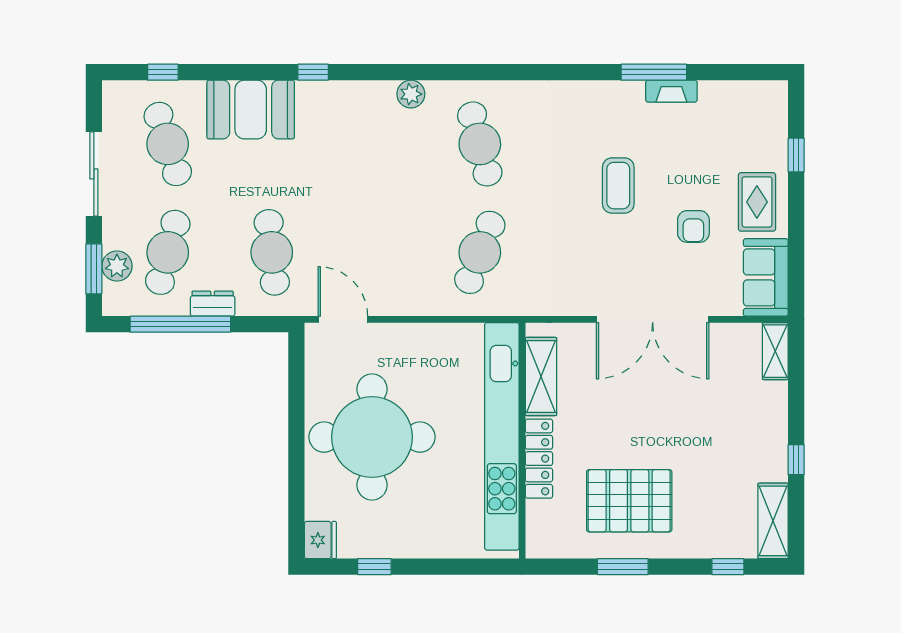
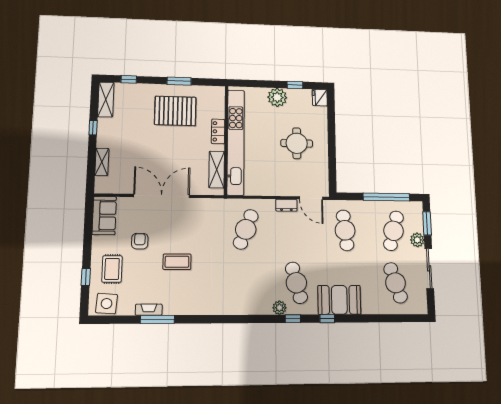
window: (163, 72) -> (293, 319), moved
side table: (754, 103) -> (107, 304), added
booth: (251, 110) -> (339, 300), moved
cafe table: (480, 144) -> (296, 283), moved
coffee table: (618, 186) -> (177, 262), turned 90
rug: (757, 202) -> (112, 269), moved
plant: (117, 266) -> (417, 240), moved
dresser: (213, 304) -> (286, 205), moved
shelving: (775, 351) -> (102, 162), moved
round table: (372, 437) -> (297, 143), width x0.54, depth x0.54
locker: (539, 459) -> (218, 131), width x0.66
plant: (413, 538) -> (277, 97), added

